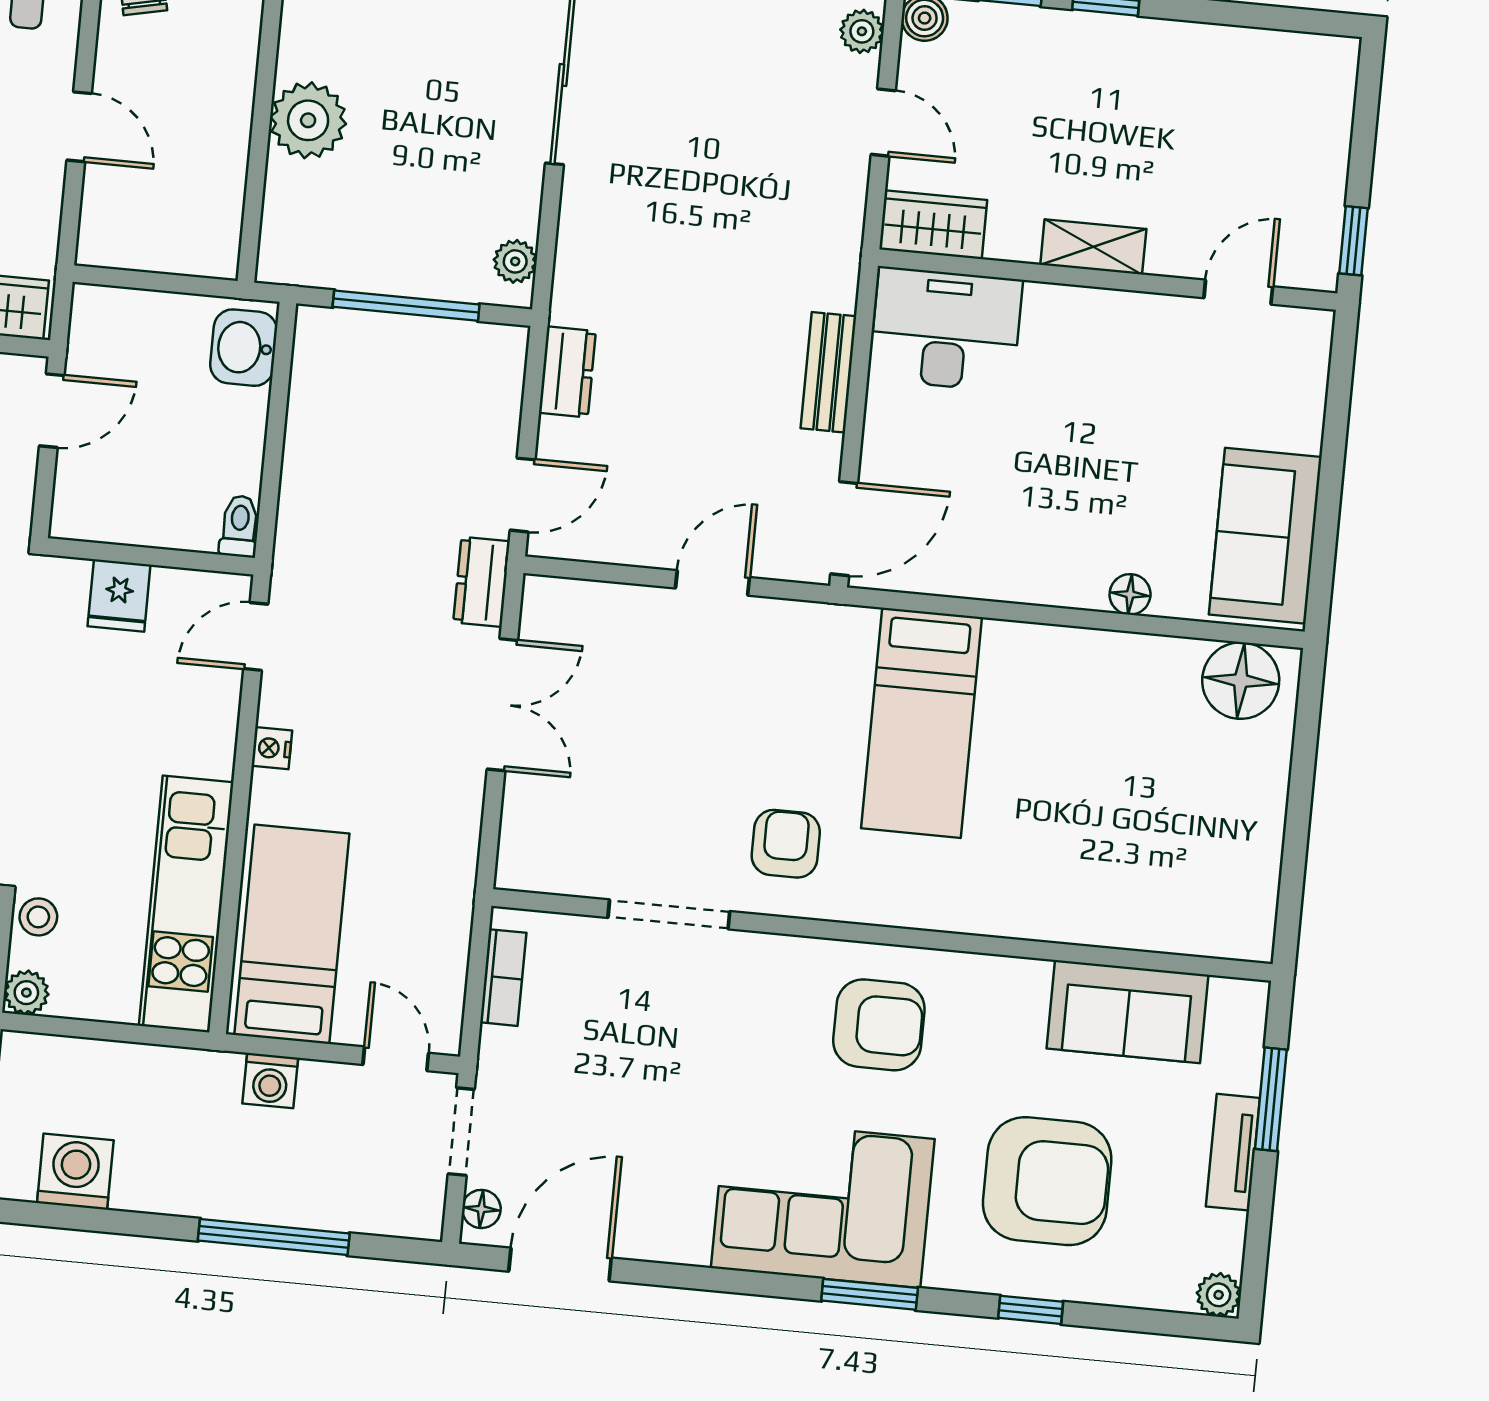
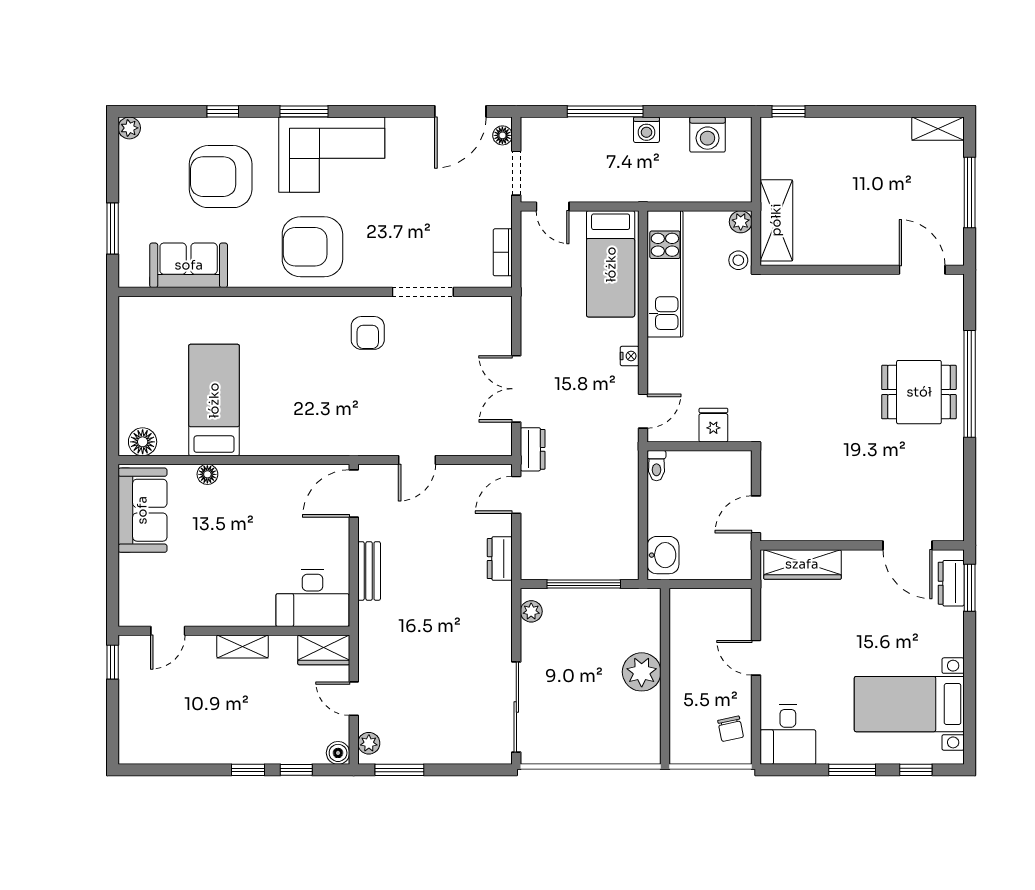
floor lamp: (1241, 681) -> (143, 442), width x0.73, depth x0.73
bed: (921, 723) -> (214, 400), moved
armchair: (879, 1025) -> (312, 247), width x1.36, depth x1.36
washing machine: (270, 1081) -> (646, 130), moved, turned 180
tv unit: (1233, 1152) -> (129, 200), removed

